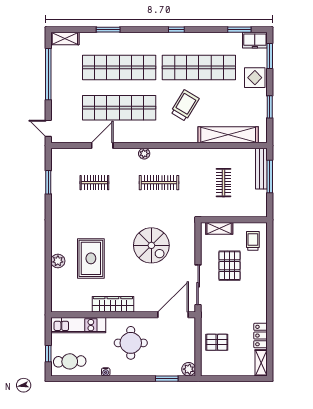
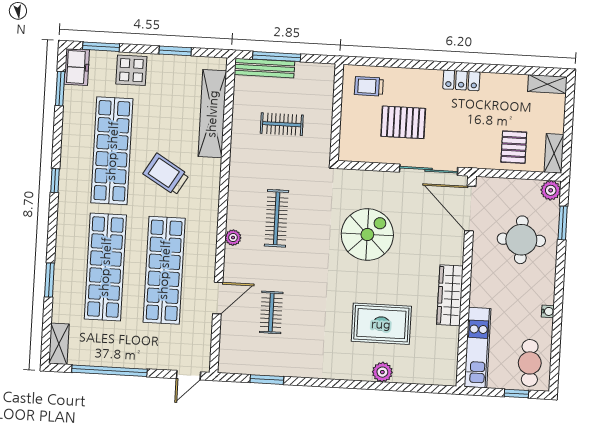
door: (102, 146) -> (218, 298), swing flipped
shelving: (219, 228) -> (554, 153), moved
locker: (260, 336) -> (461, 80), moved
round table: (131, 343) -> (521, 240), moved

